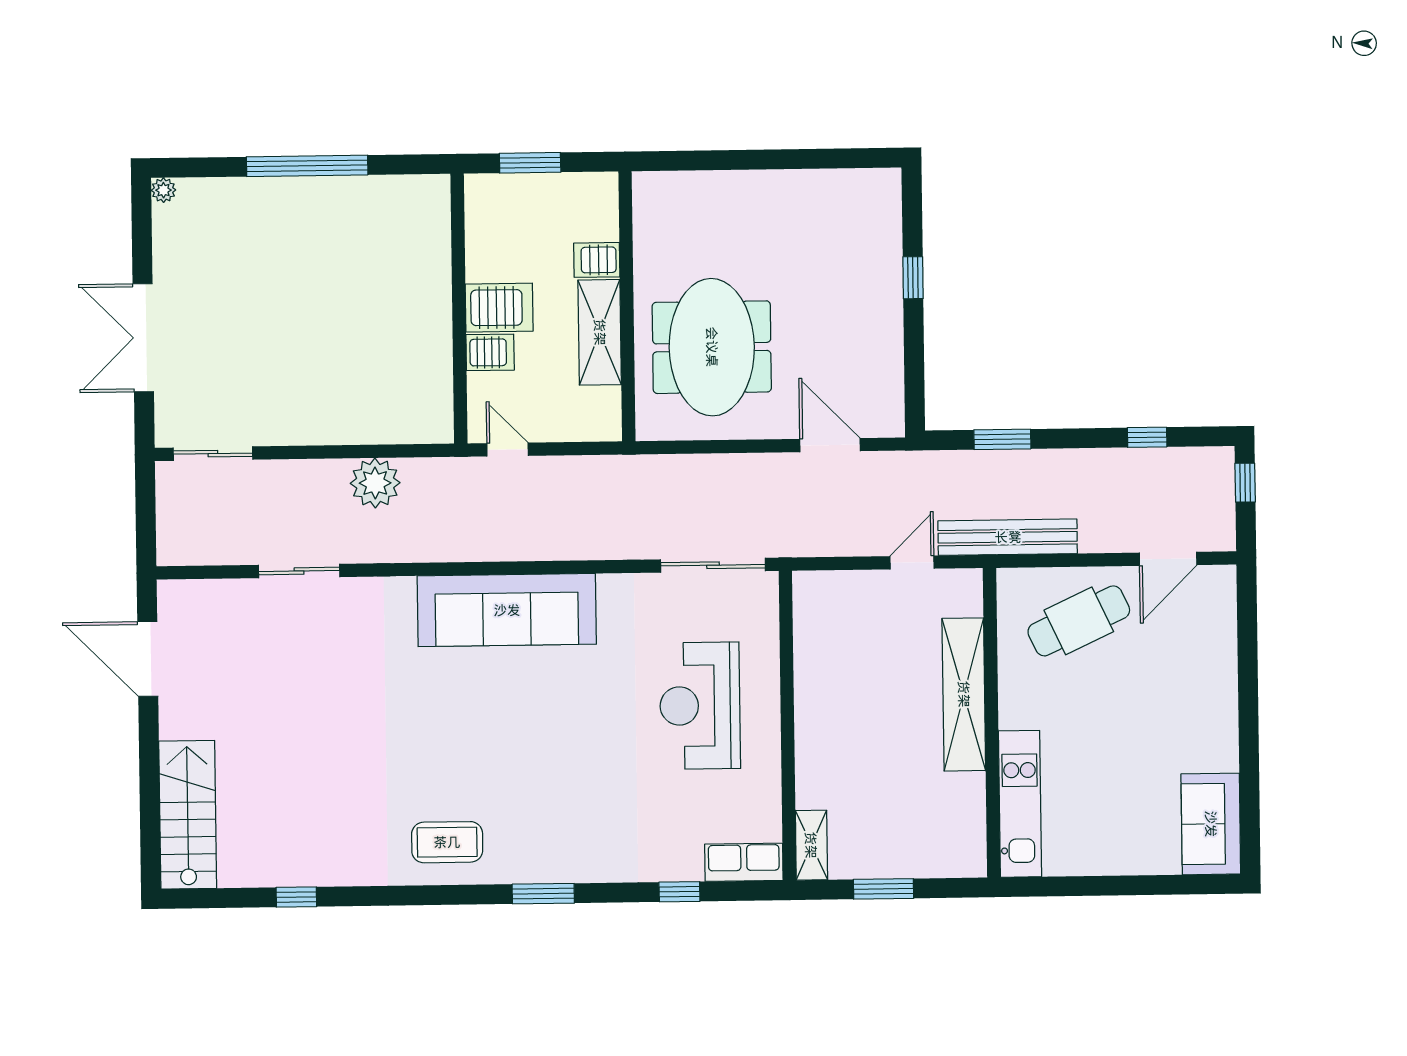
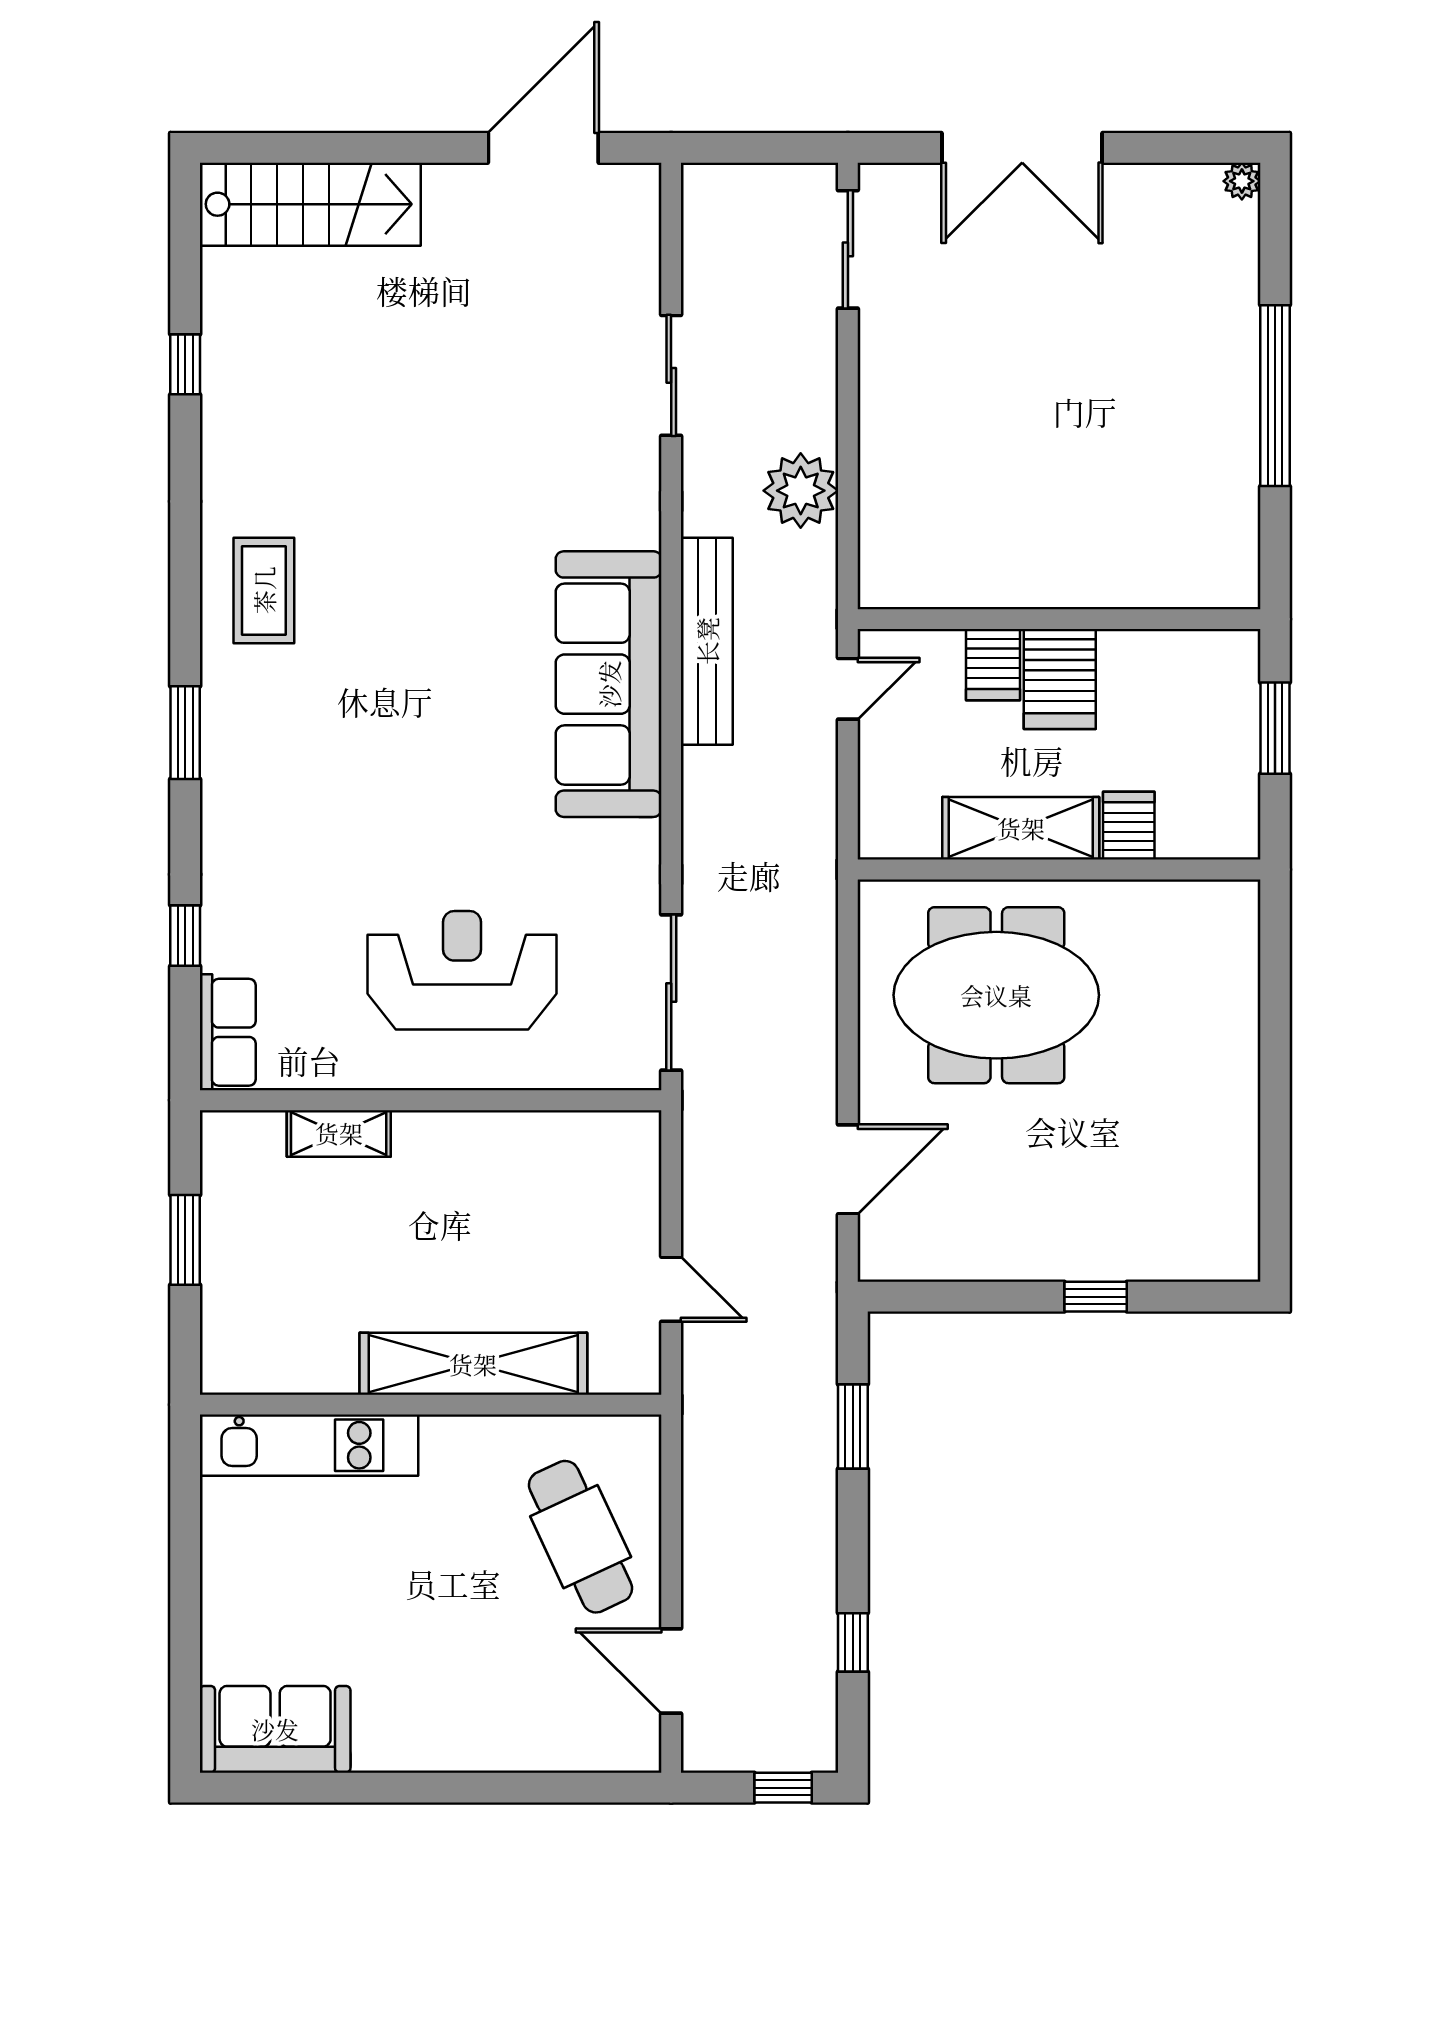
double door: (143, 338) -> (1022, 148), swing flipped
bench: (1008, 537) -> (707, 641), moved
shelving: (811, 845) -> (339, 1133), moved

